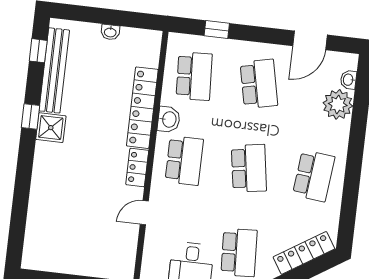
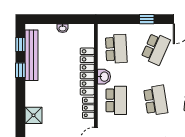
window: (217, 29) -> (147, 19), moved
school desk: (259, 84) -> (156, 49), turned 36
window: (30, 116) -> (20, 70), moved
shower: (51, 128) -> (34, 115), moved

